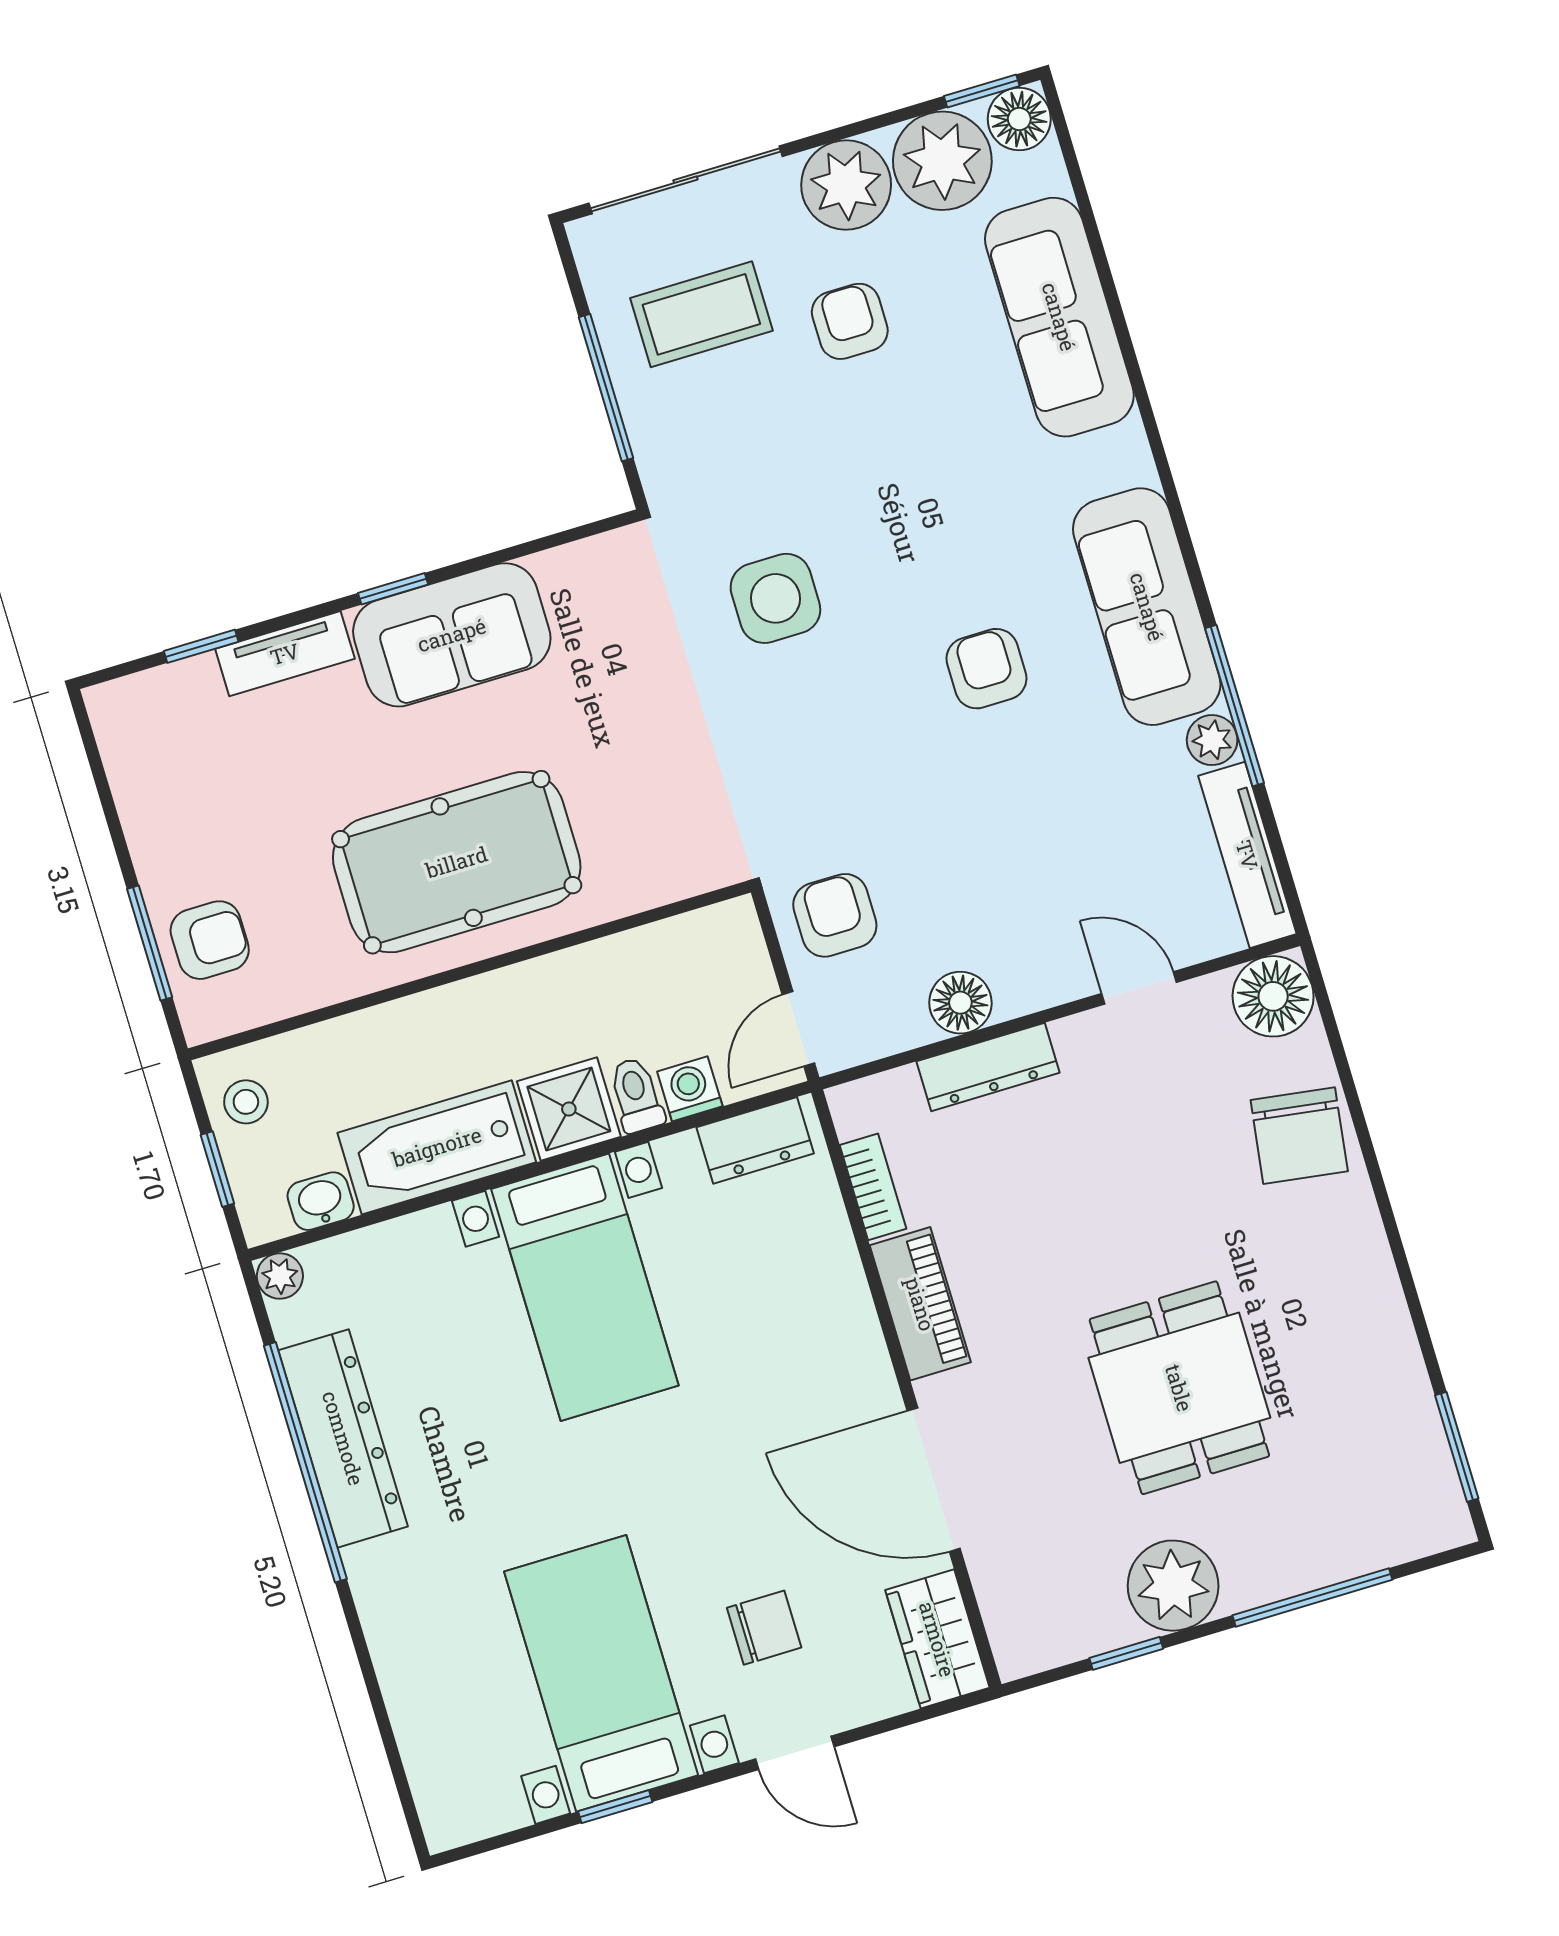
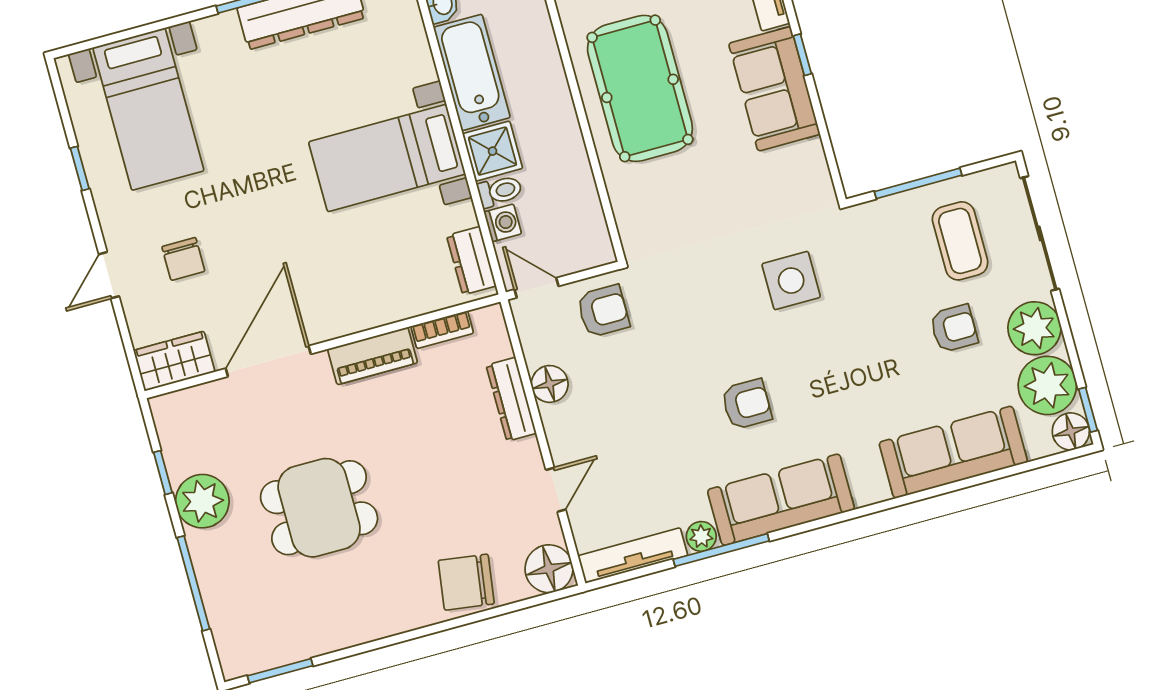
bed with nightstands: (601, 1673) -> (148, 109), moved, turned 90

